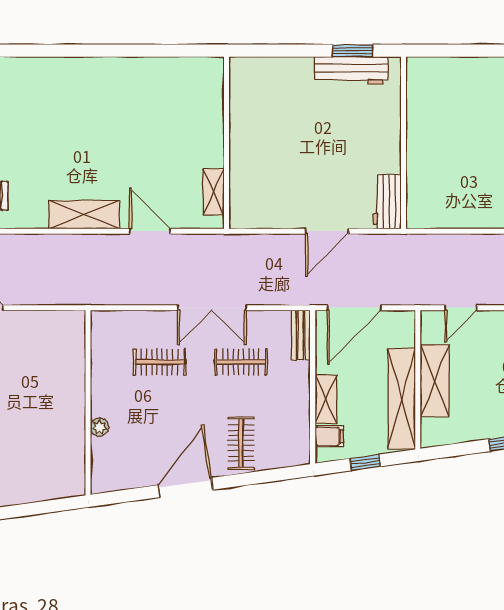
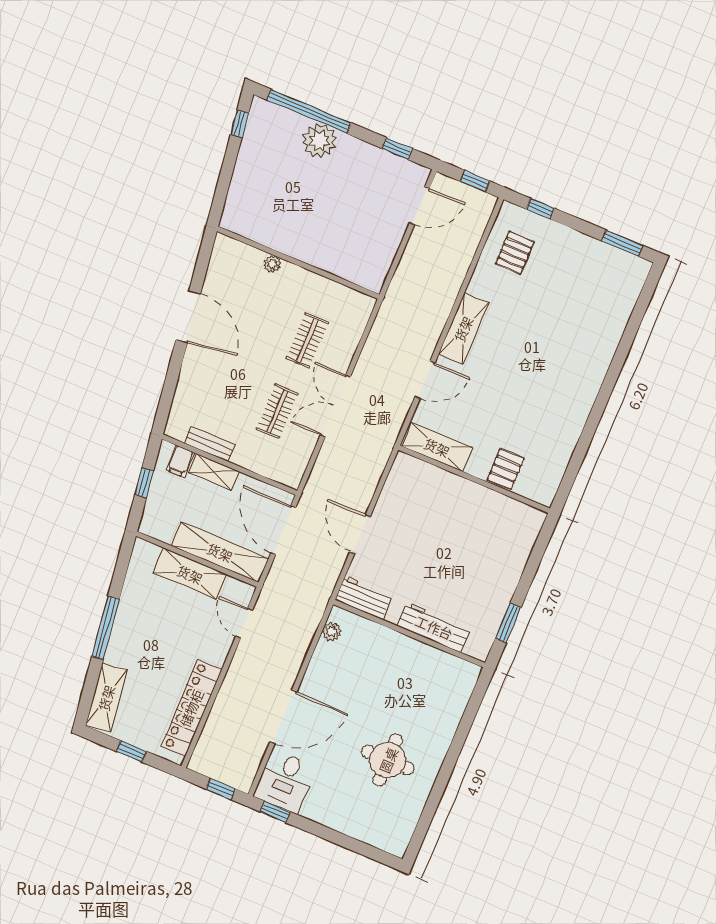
workbench: (351, 70) -> (434, 627), moved, turned 90
pallet: (204, 116) -> (506, 469), added
shelving: (214, 192) -> (437, 447), width x1.50, depth x1.33
plant: (433, 219) -> (332, 632), added
bench: (301, 335) -> (210, 444), moved
shelving: (402, 399) -> (220, 552), moved
clothes rail: (241, 443) -> (207, 382), removed

